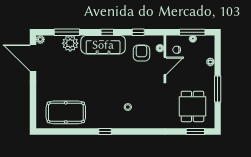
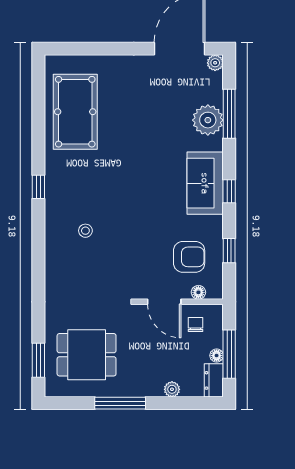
dresser: (206, 40) -> (214, 380), added
sofa: (103, 45) -> (205, 183), width x0.73

